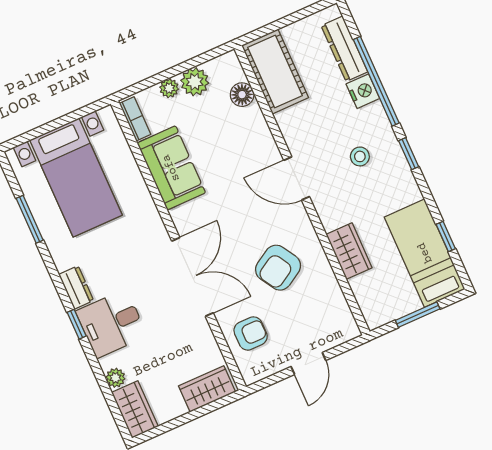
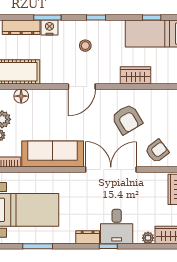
window: (376, 81) -> (47, 18), width x0.47
sofa: (171, 168) -> (53, 154), width x1.36
armchair: (251, 333) -> (157, 151), turned 52

